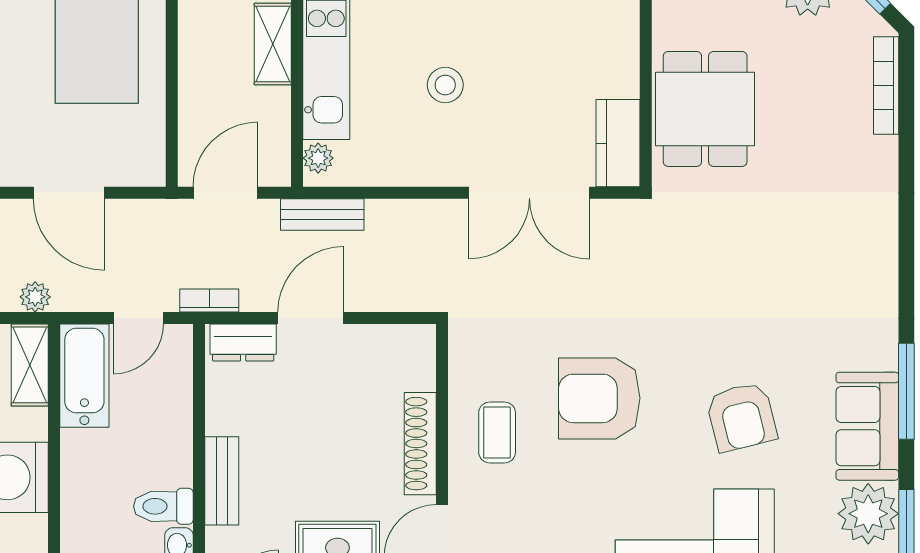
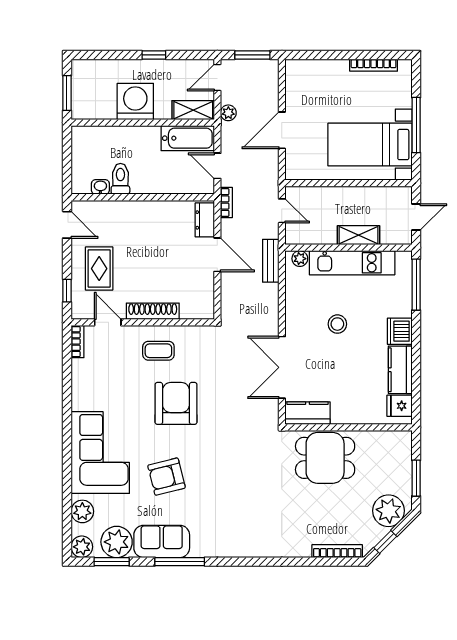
door: (225, 193) -> (282, 211), width x0.73
bench: (222, 481) -> (134, 209), removed

